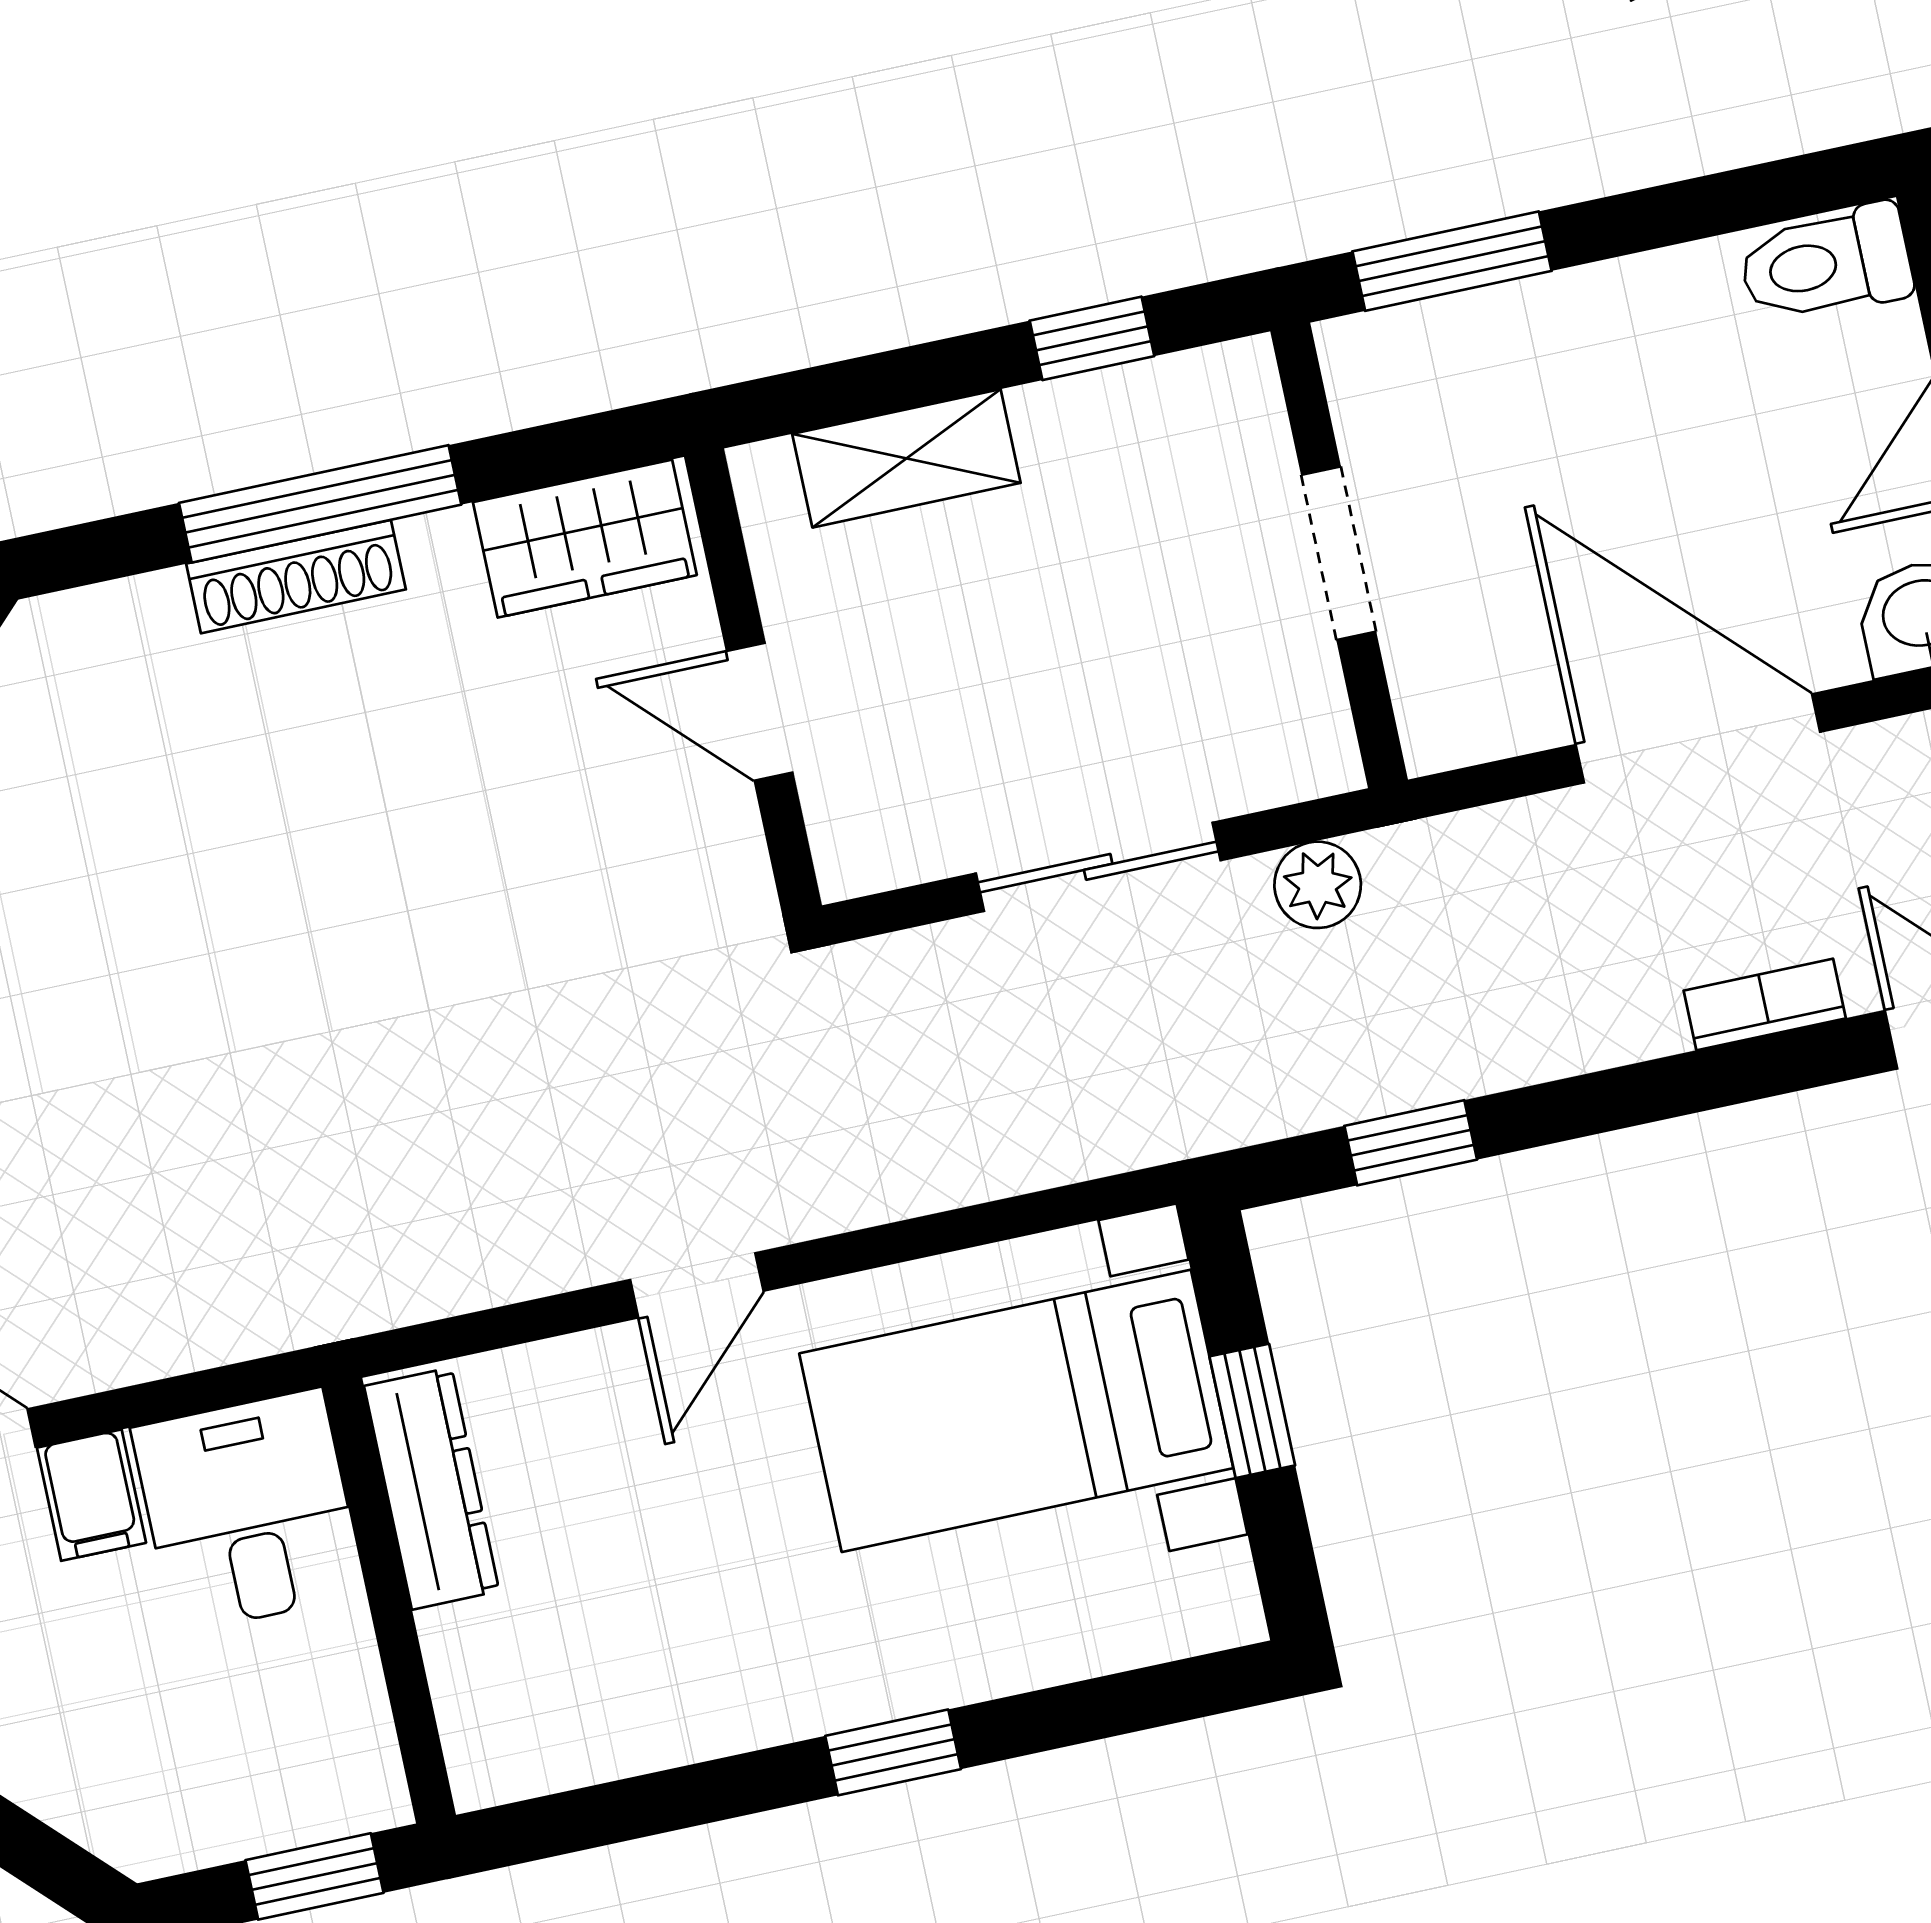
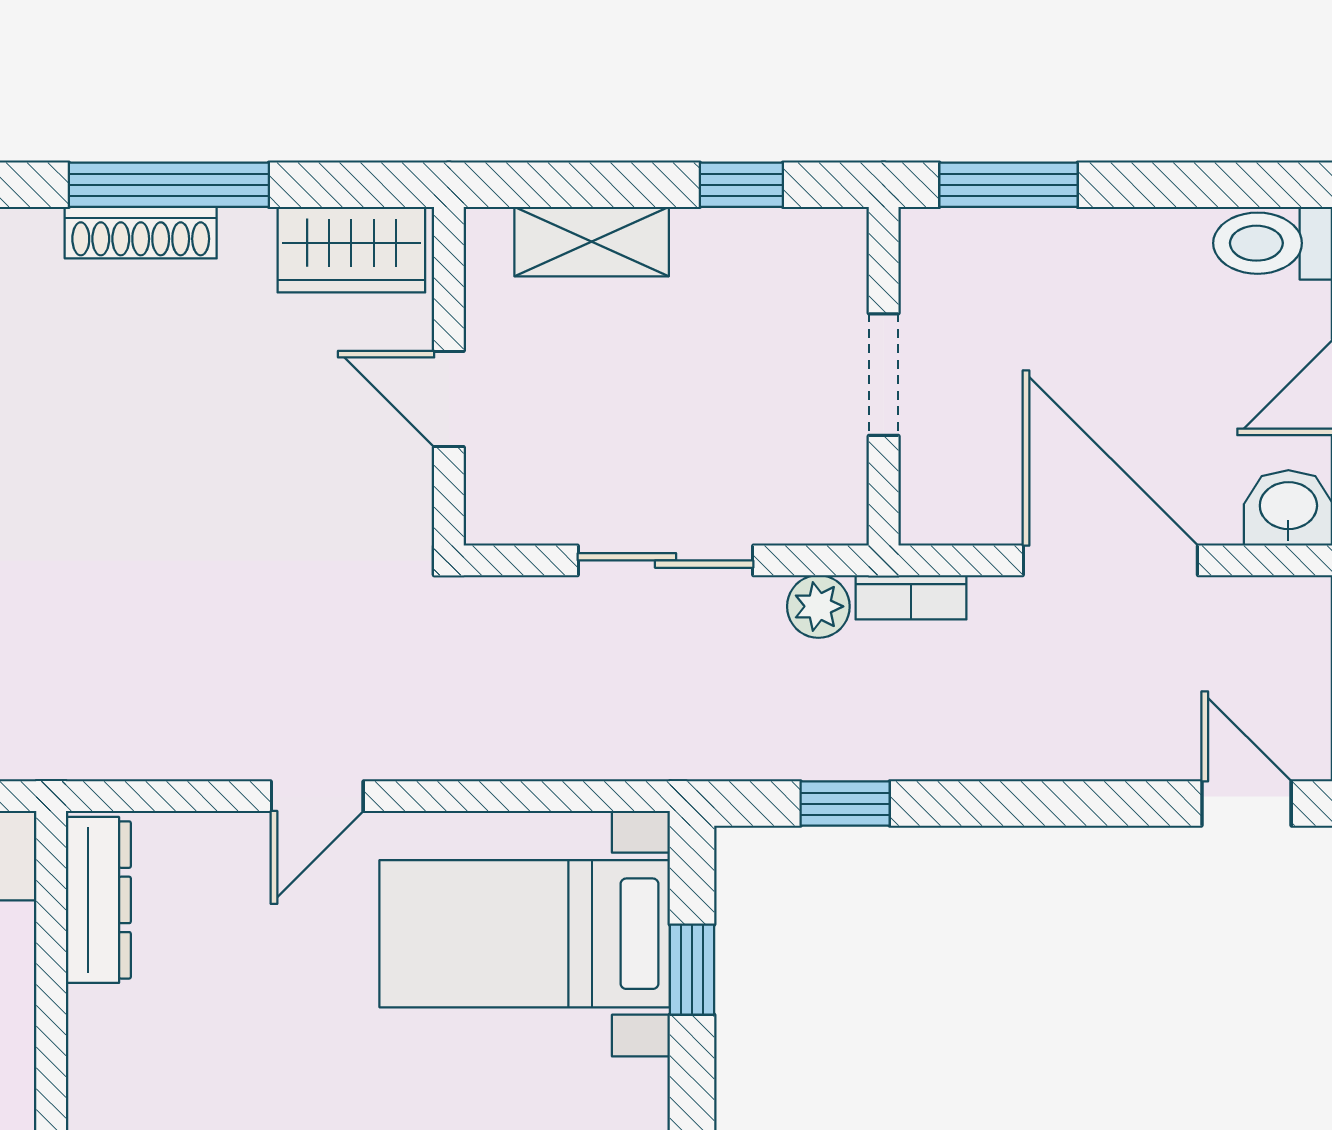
bookcase: (1765, 1004) -> (911, 597), moved, turned 180

